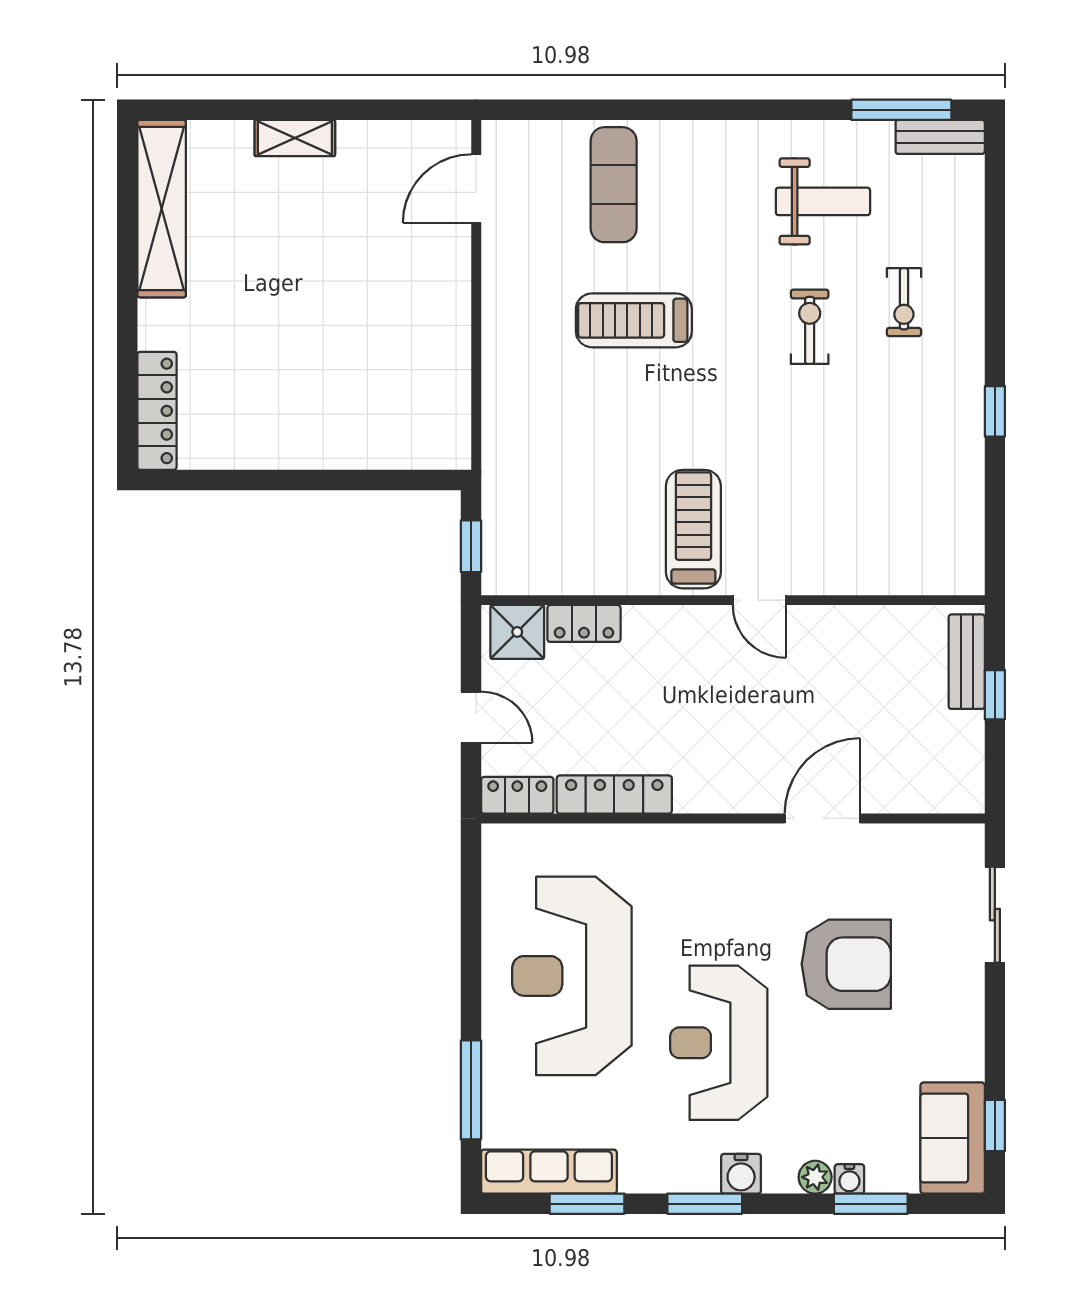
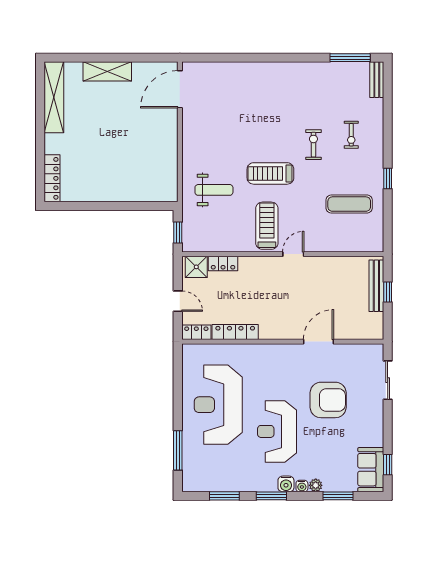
bench: (940, 137) -> (377, 80), moved, turned 90
shelving: (295, 138) -> (107, 71), width x1.50, depth x1.33
exercise mat: (614, 185) -> (349, 204), moved, turned 90
door: (476, 189) -> (180, 89), width x1.36
weight bench: (823, 201) -> (214, 190), moved
treadmill: (634, 320) -> (270, 173), moved
door: (759, 600) -> (293, 254), swing flipped
bench: (967, 662) -> (376, 286), width x1.36
row of seats: (549, 1172) -> (209, 483), removed
water cooler: (849, 1179) -> (302, 486), moved

